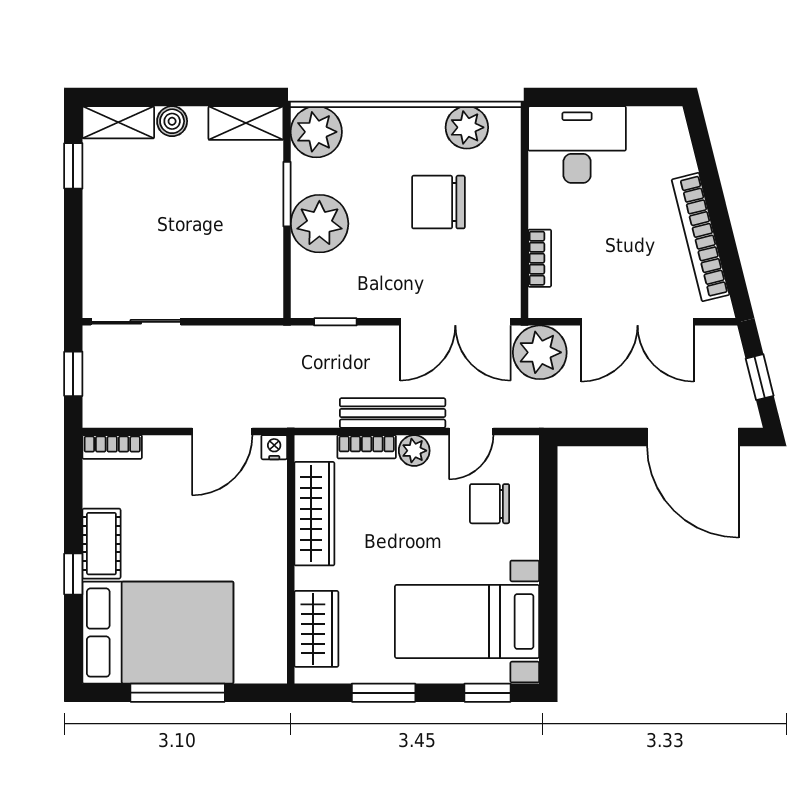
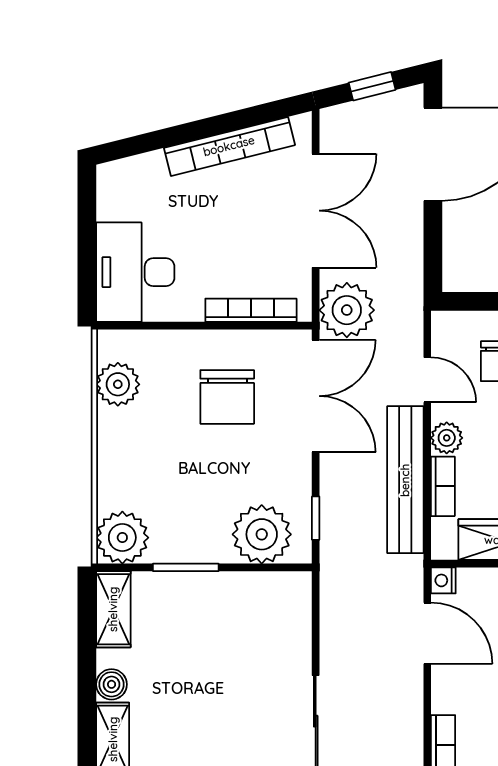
chair: (438, 202) -> (227, 397), moved
plant: (319, 224) -> (262, 534), moved
bookcase: (540, 258) -> (251, 310), width x1.56
bench: (393, 413) -> (405, 480), width x1.37, depth x1.21

